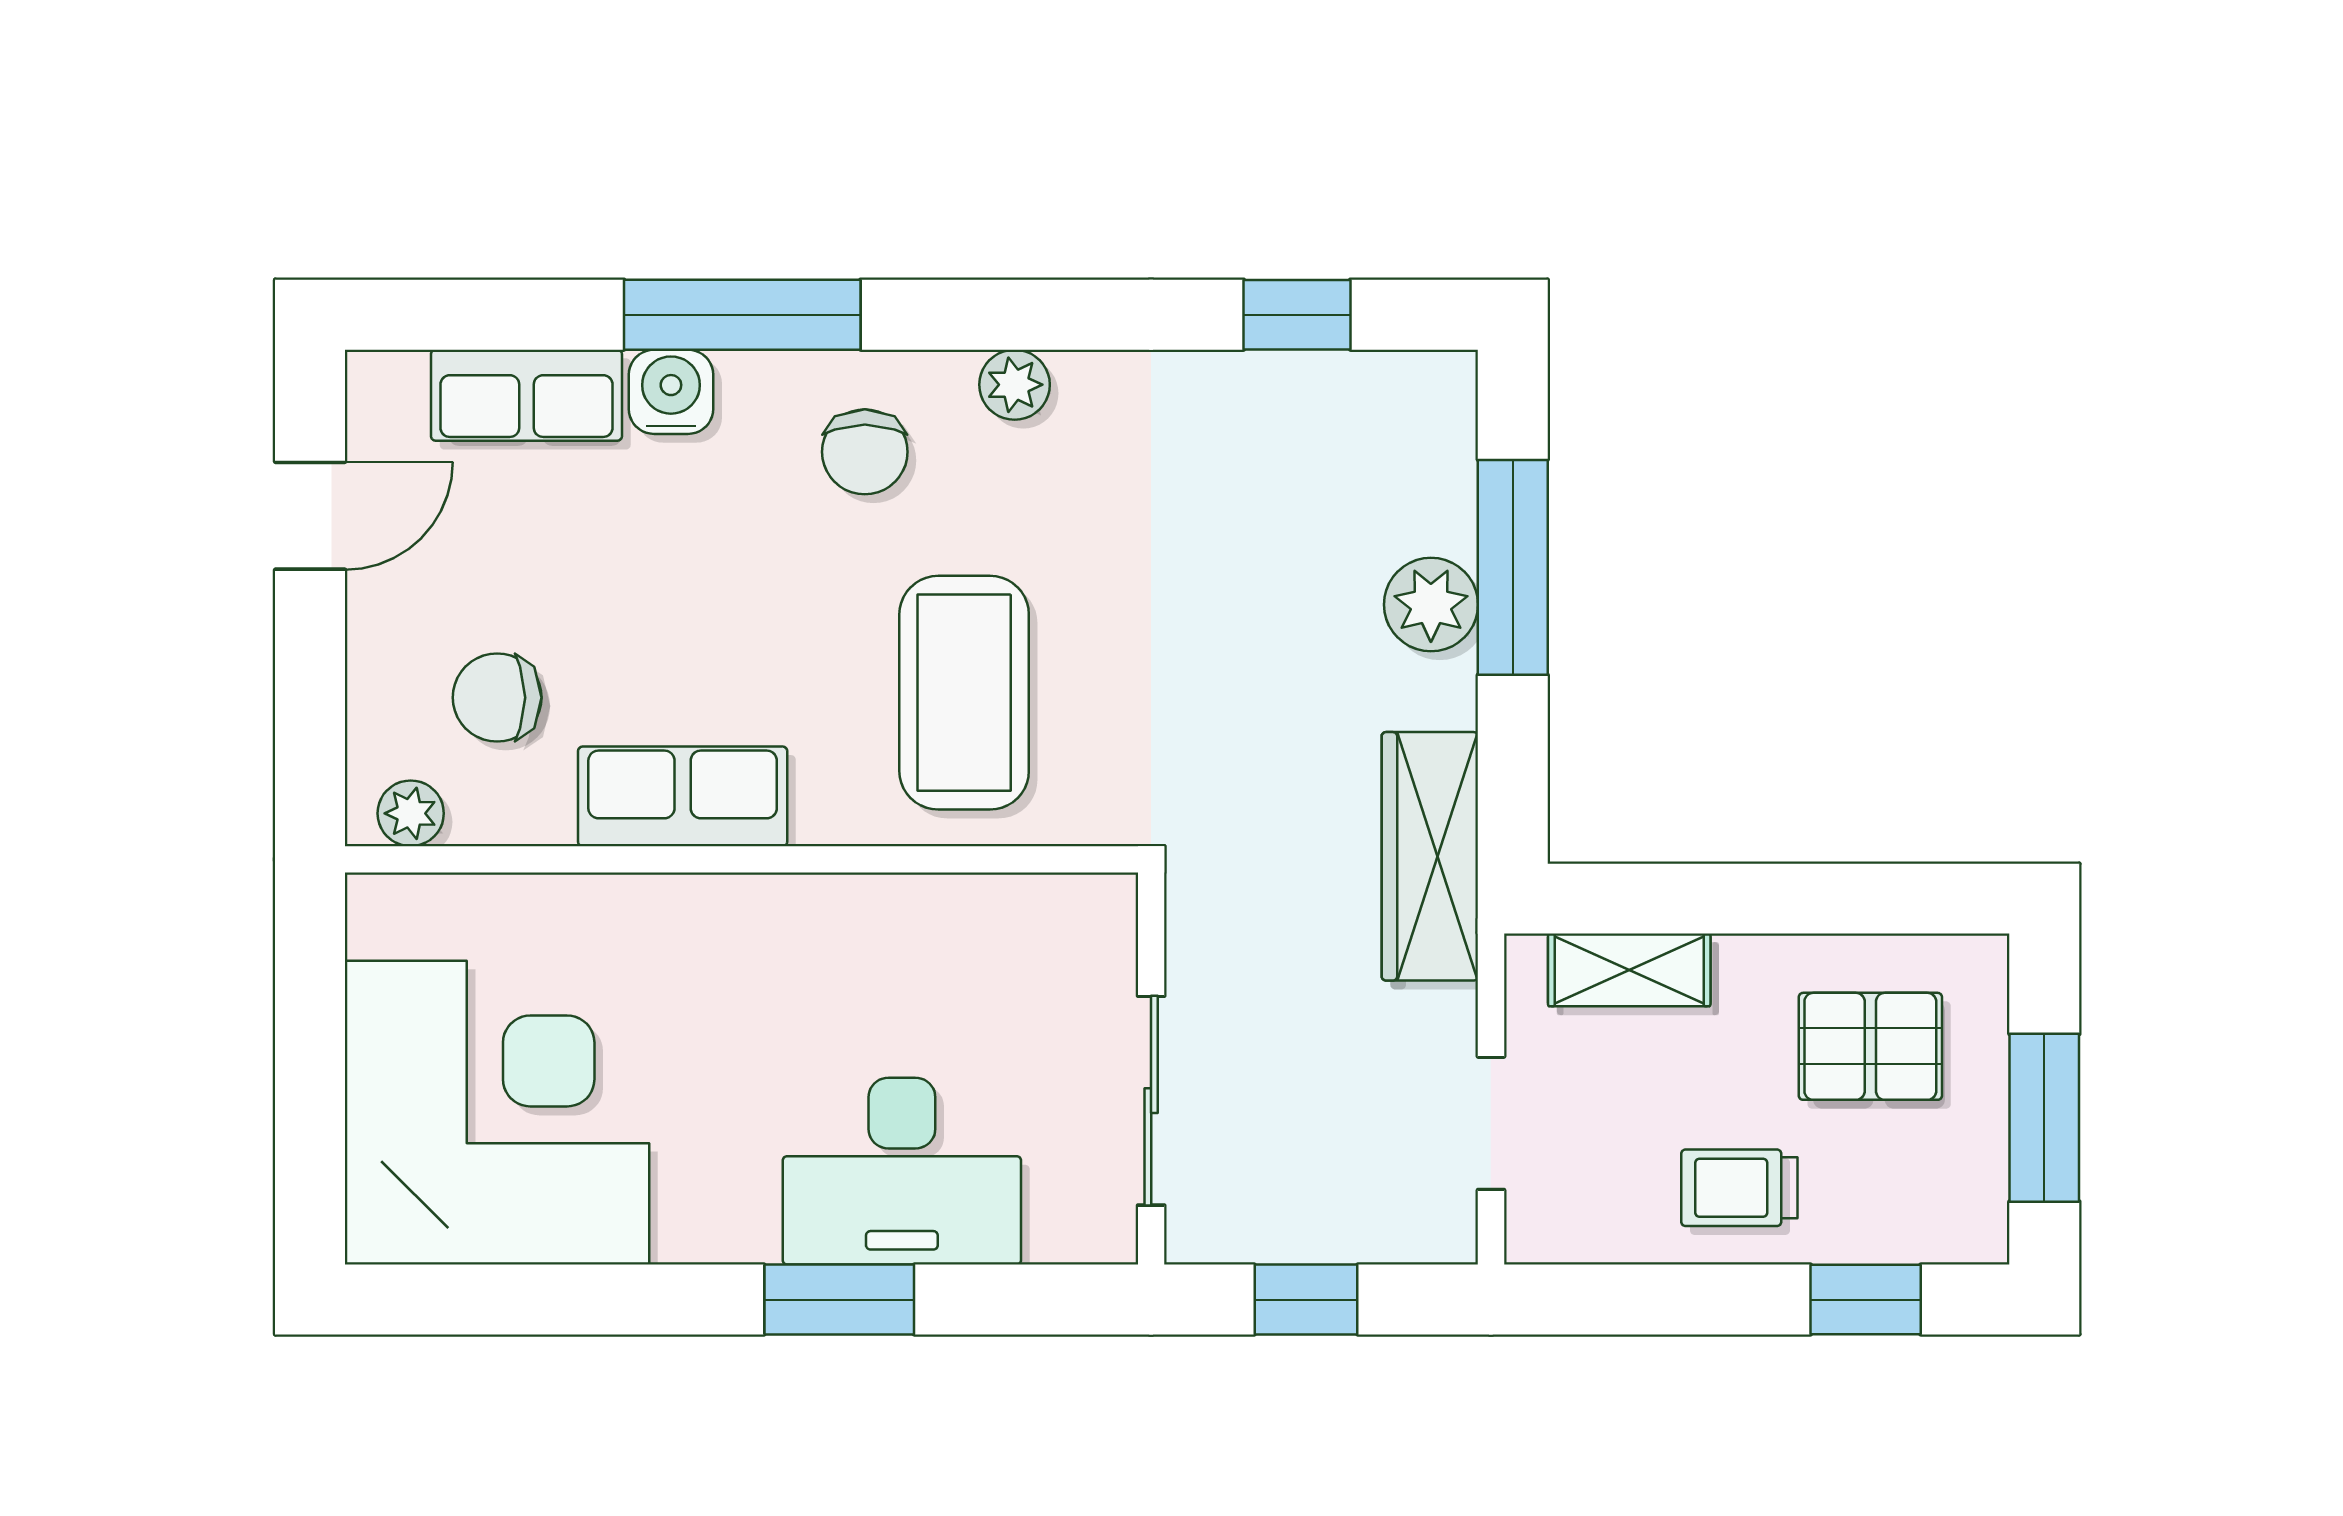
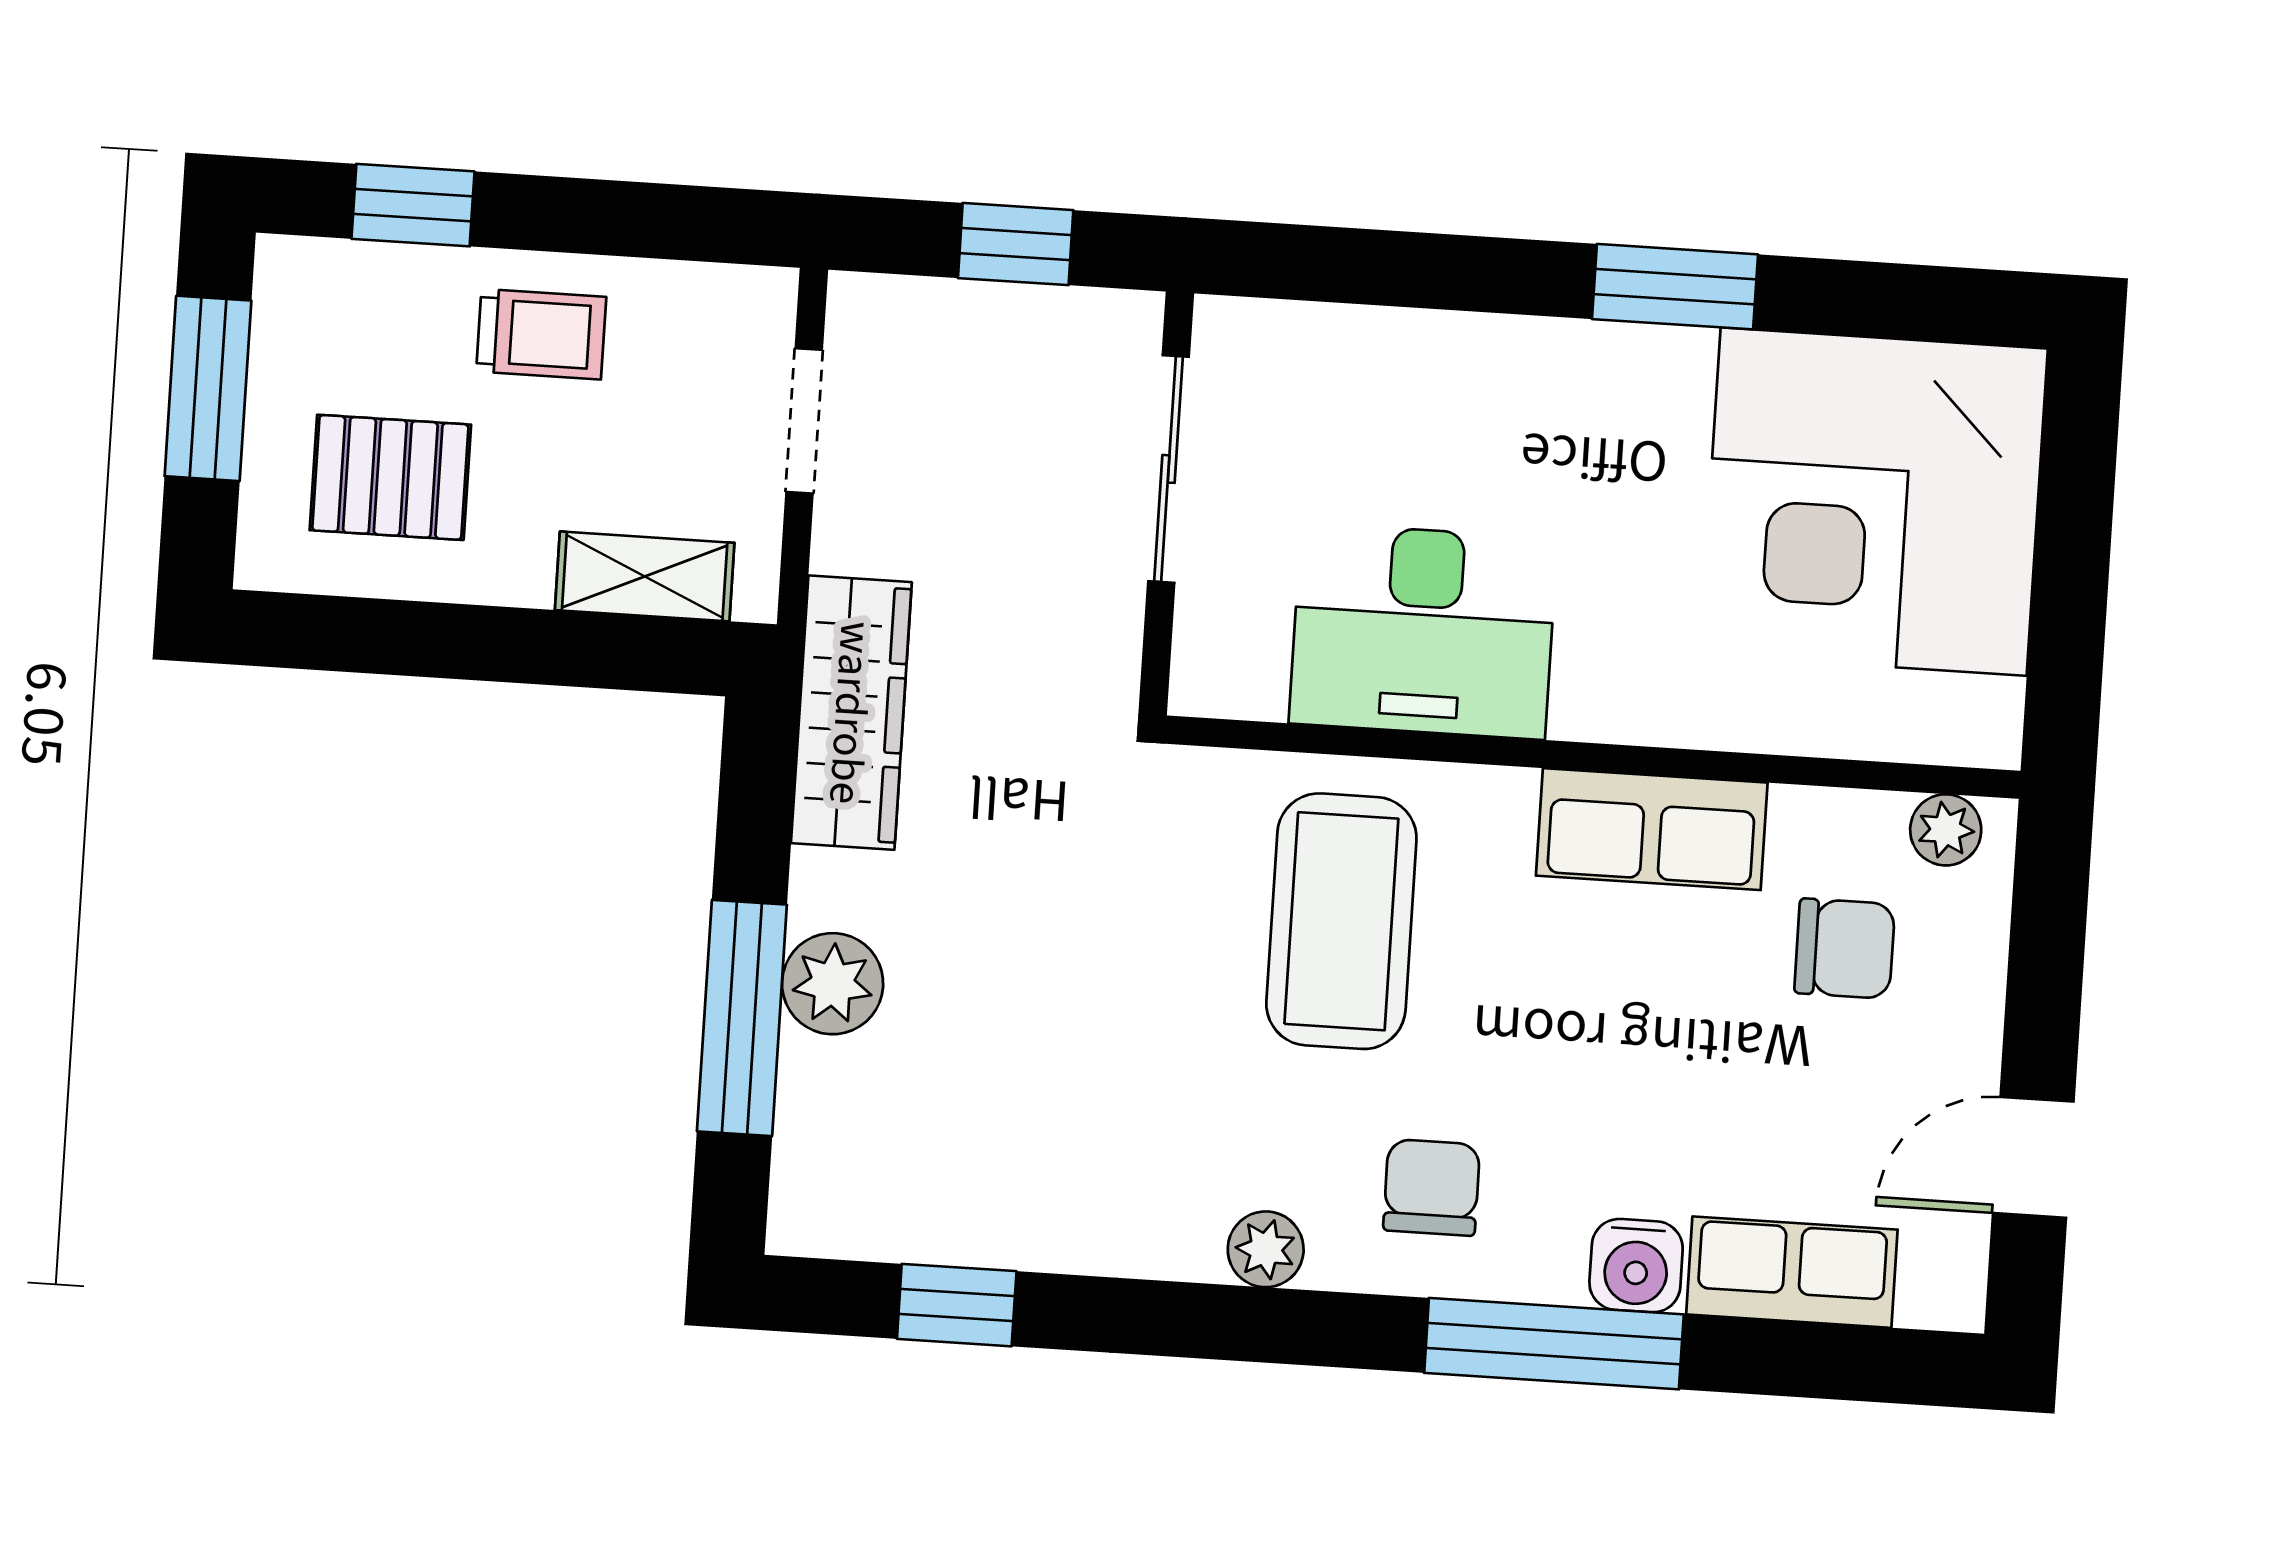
desk: (902, 1171) -> (1423, 631), moved, turned 180
window: (839, 1300) -> (1675, 287), moved

